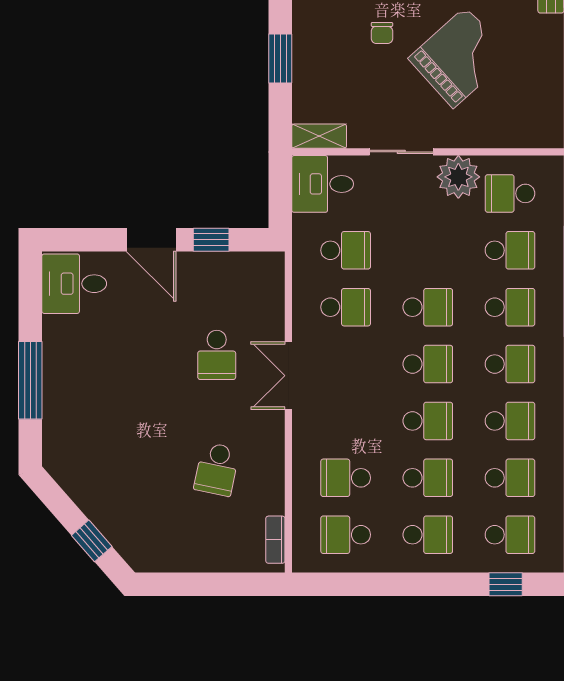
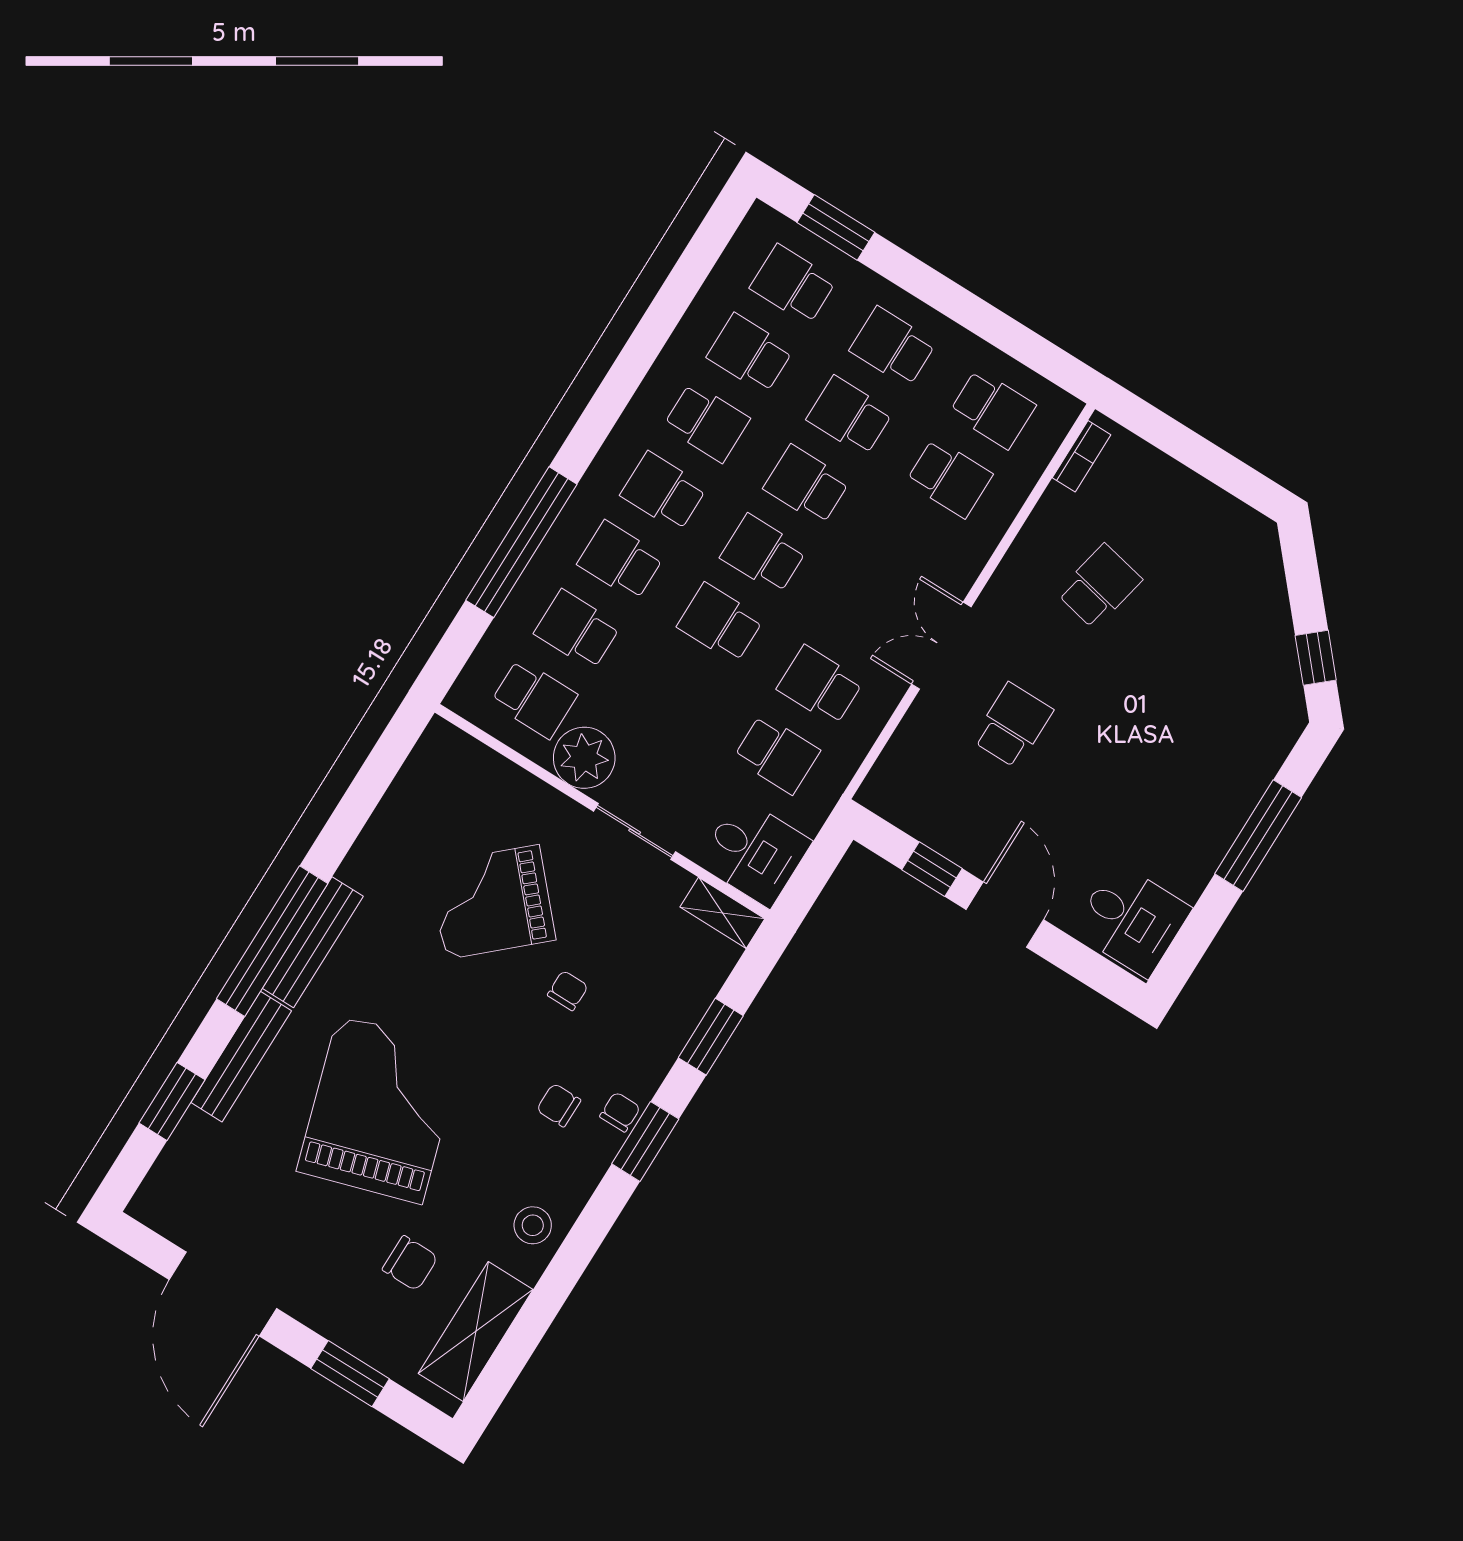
school desk: (346, 250) -> (777, 754), turned 180
double door: (288, 376) -> (941, 646), swing flipped
school desk: (510, 421) -> (707, 422), turned 180
window: (92, 541) -> (1316, 658), moved
window: (506, 584) -> (836, 227), width x1.50

